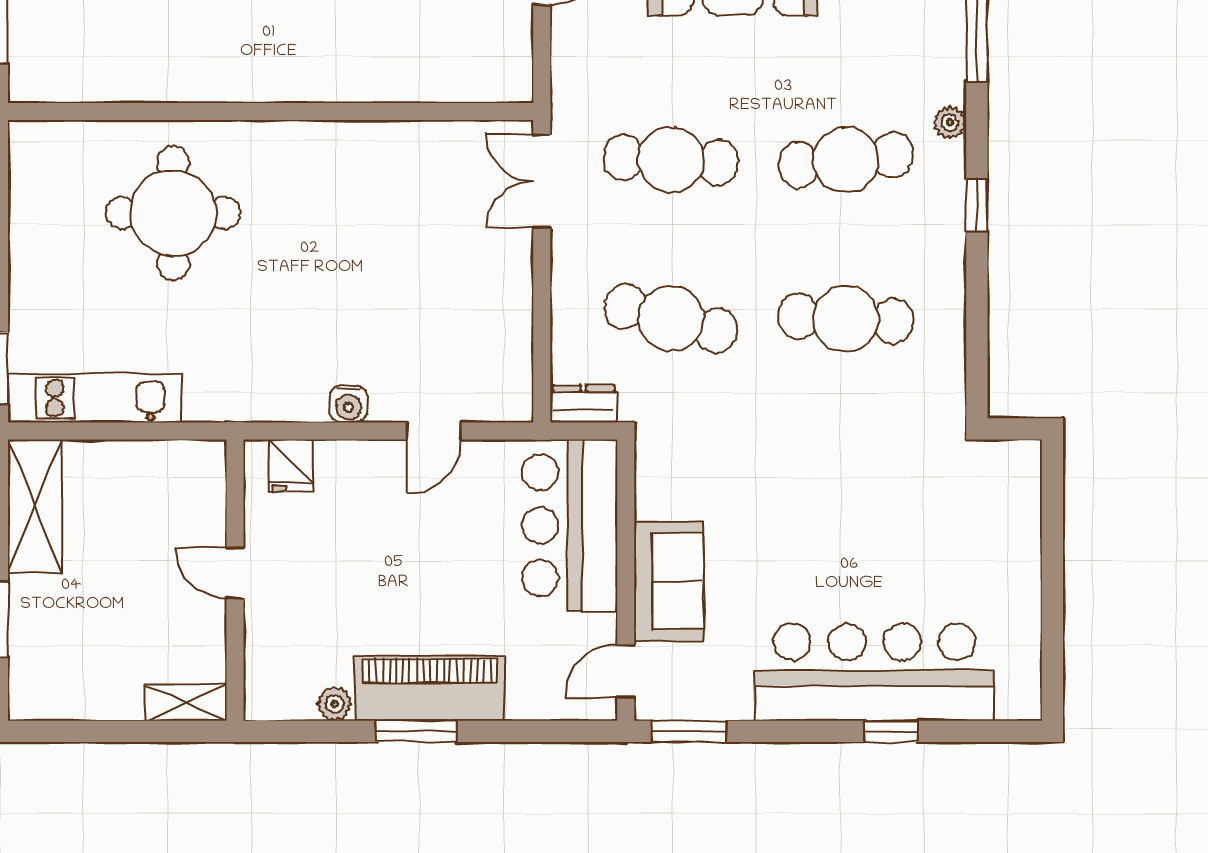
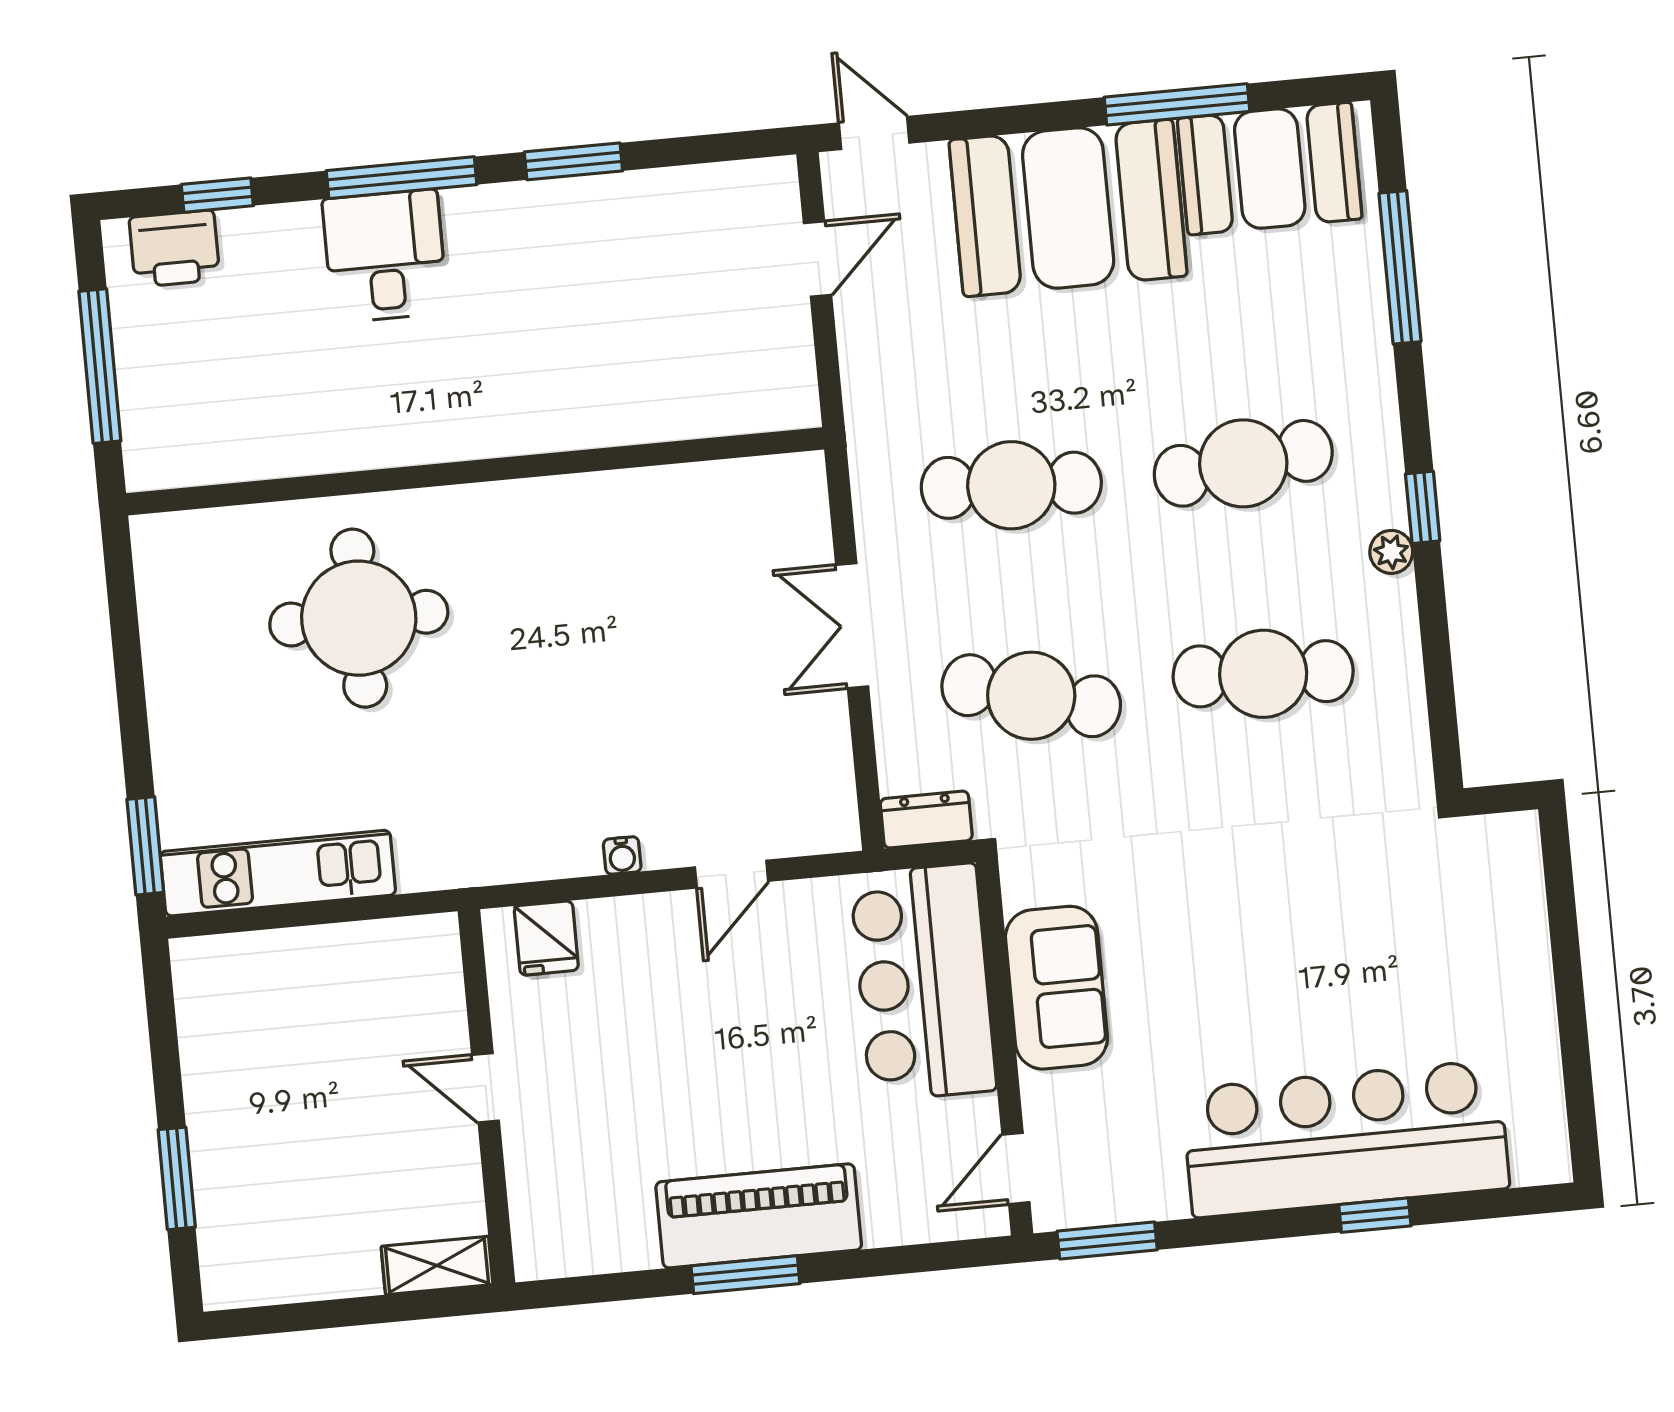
plant: (950, 122) -> (1391, 552), moved
double door: (542, 181) -> (852, 626), moved
water cooler: (348, 404) -> (622, 855), width x0.72, depth x0.72
shelving: (35, 506) -> (212, 1024), removed
sofa: (669, 581) -> (1056, 988), moved
plant: (335, 704) -> (634, 1248), removed

